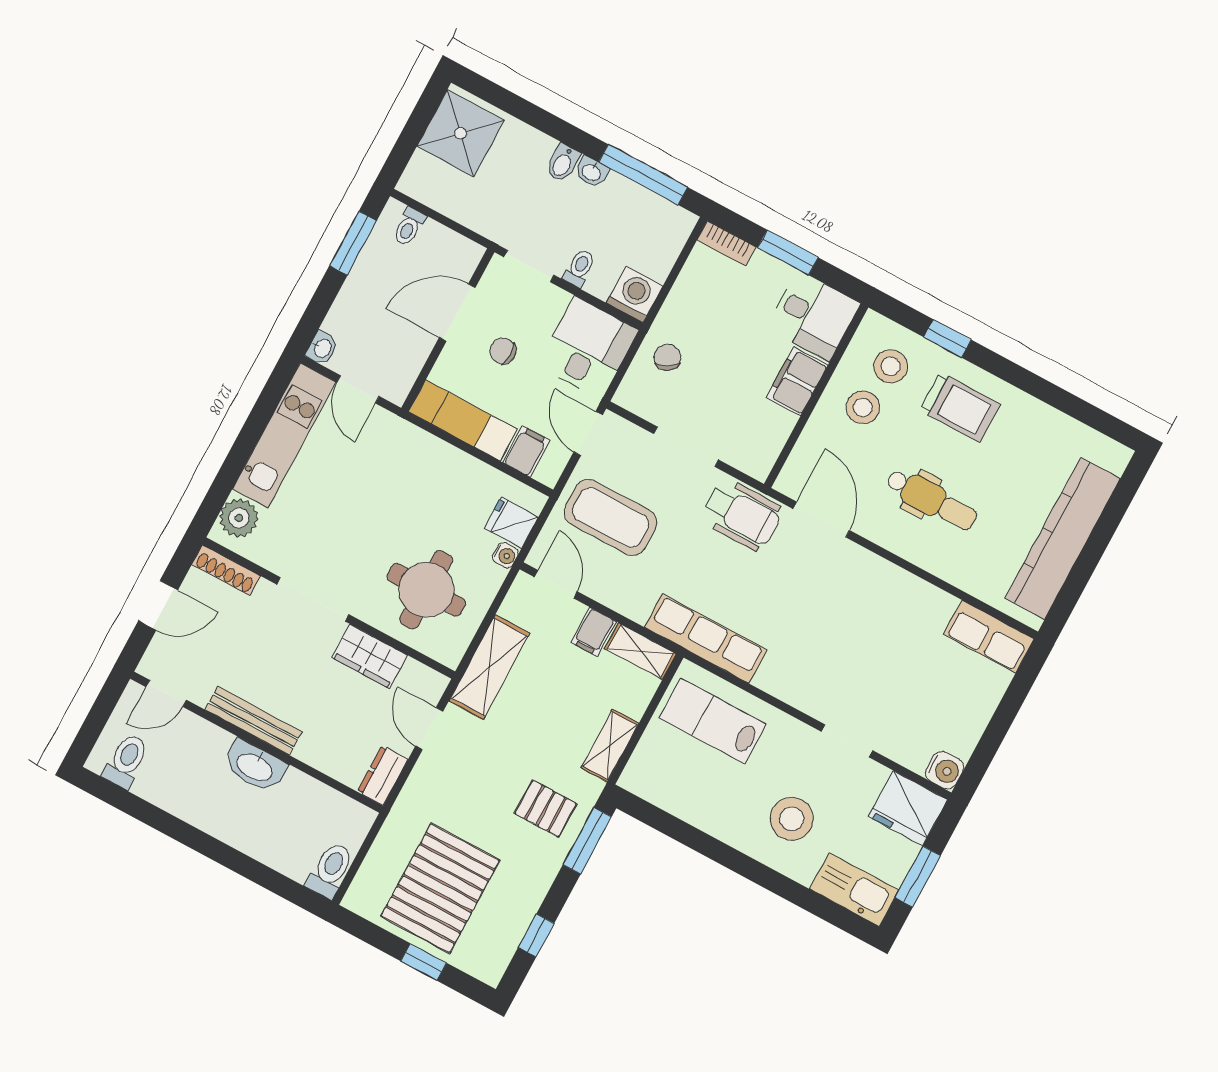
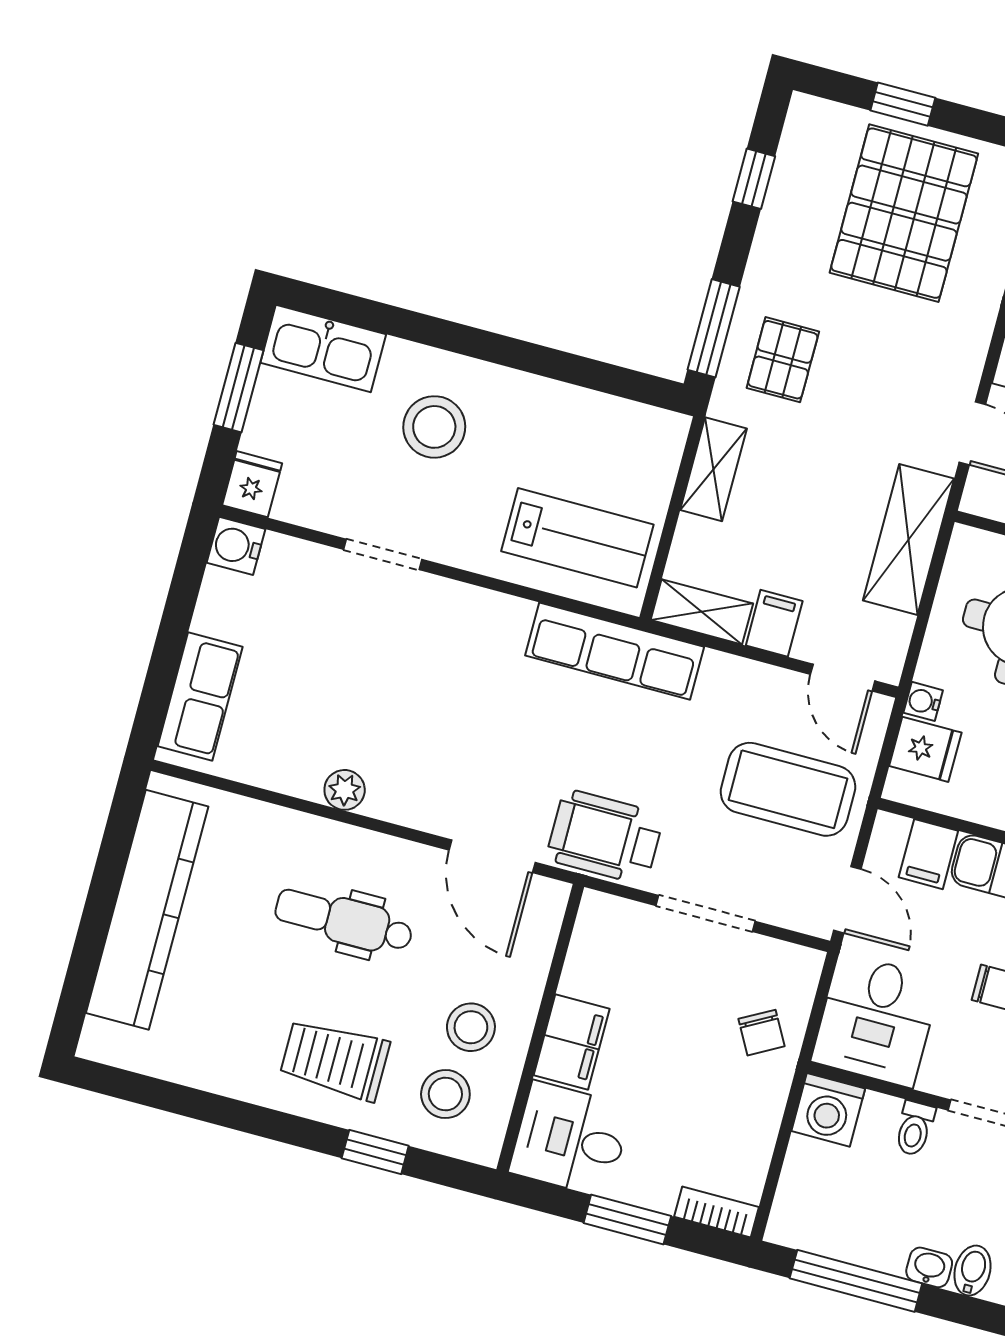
plant: (910, 588) -> (345, 790), added
row of seats: (989, 637) -> (200, 697), moved, turned 90
fridge: (908, 808) -> (252, 484), width x0.53, depth x0.75
pallet: (546, 809) -> (783, 360), turned 90

